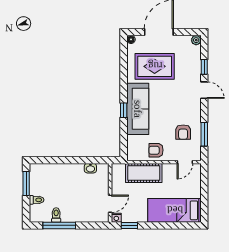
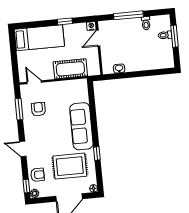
window: (204, 67) -> (26, 186), moved
window: (124, 110) -> (97, 153), moved
armchair: (156, 150) -> (37, 175), moved
door: (185, 162) -> (34, 82), hinge flipped
window: (26, 184) -> (175, 36), moved
window: (59, 225) -> (128, 15), moved
window: (129, 225) -> (65, 21), moved

